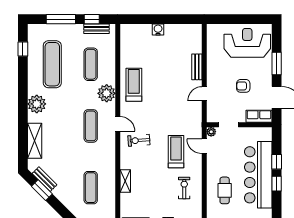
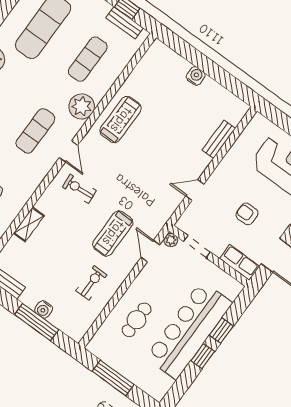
bench: (197, 67) -> (219, 139), moved
treadmill: (176, 152) -> (113, 233), turned 180

